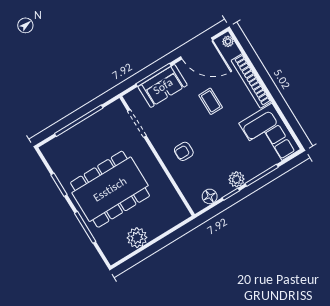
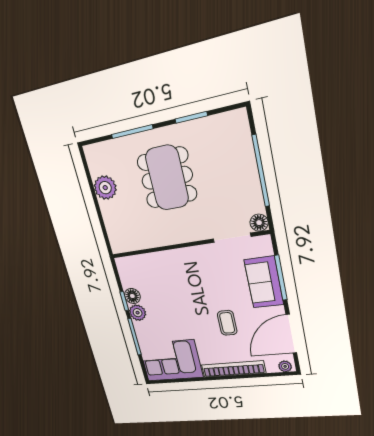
coffee table: (211, 101) -> (227, 323), turned 90
floor lamp: (117, 107) -> (259, 223), added
armchair: (184, 151) -> (183, 274), removed
dining table: (110, 189) -> (167, 178), width x0.73, depth x0.80
floor lamp: (210, 196) -> (132, 296), moved

